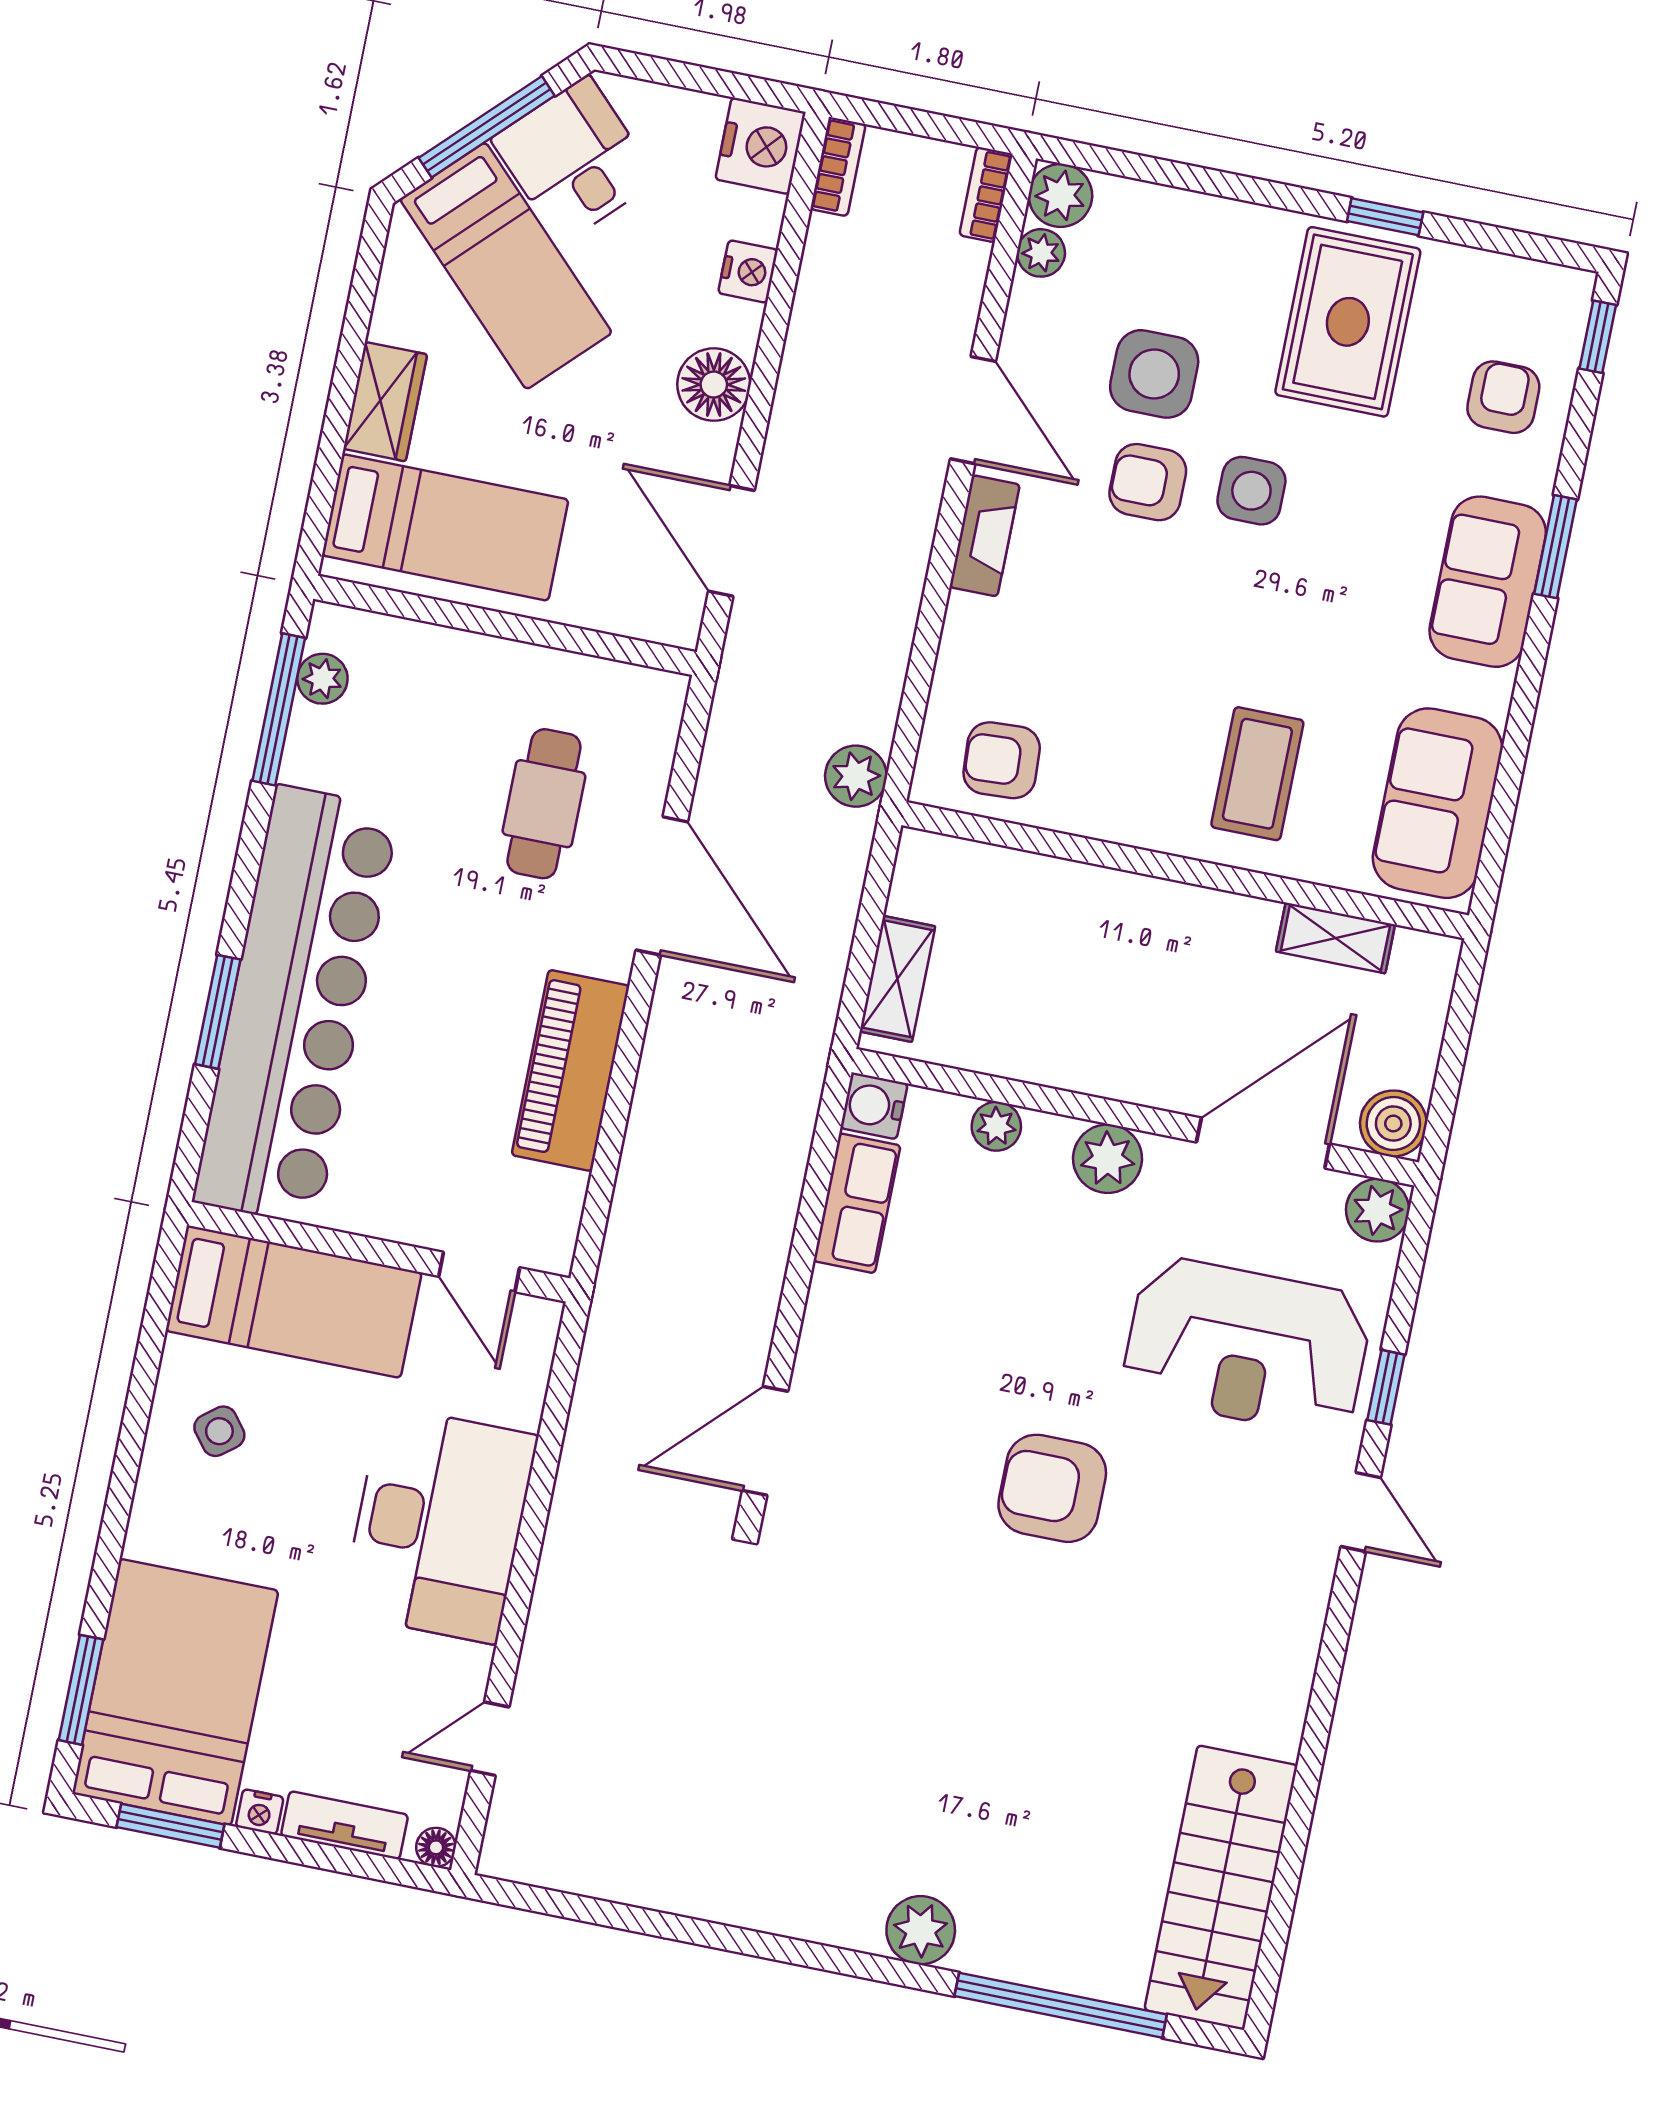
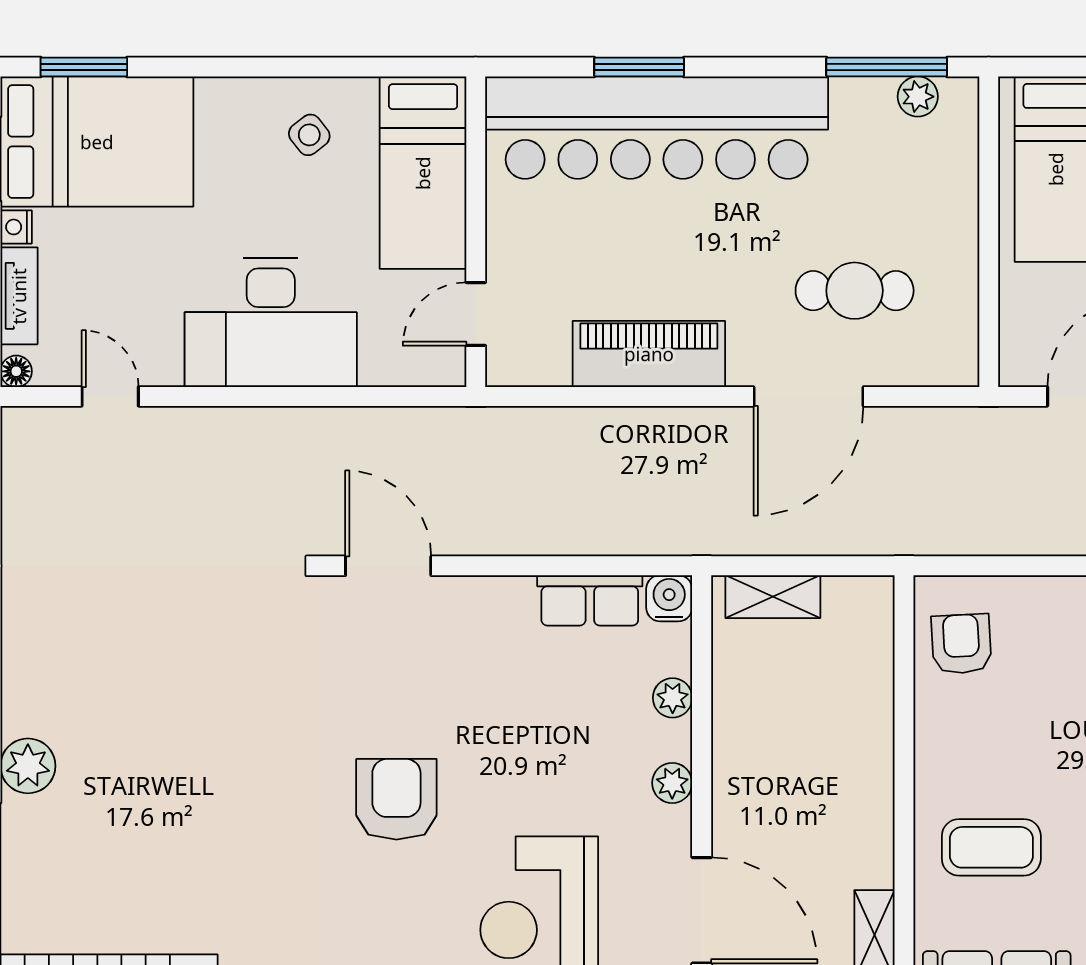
plant: (856, 776) -> (926, 532), removed
plant: (1108, 1159) -> (672, 783), width x0.73, depth x0.73

